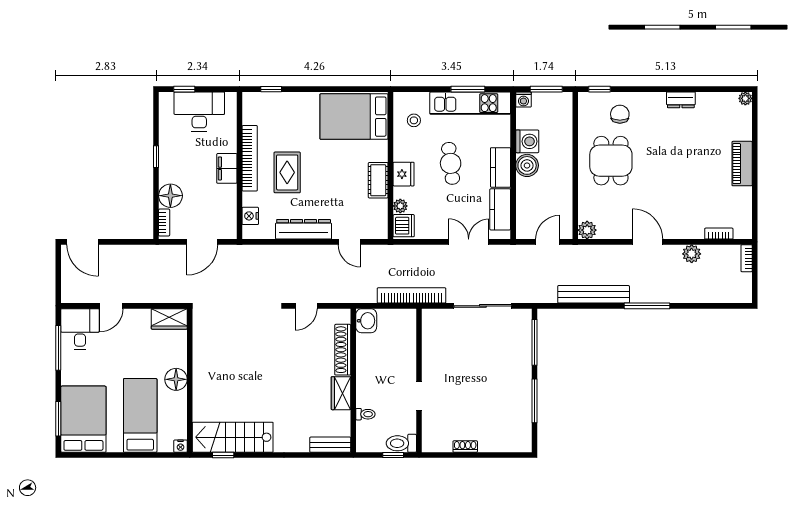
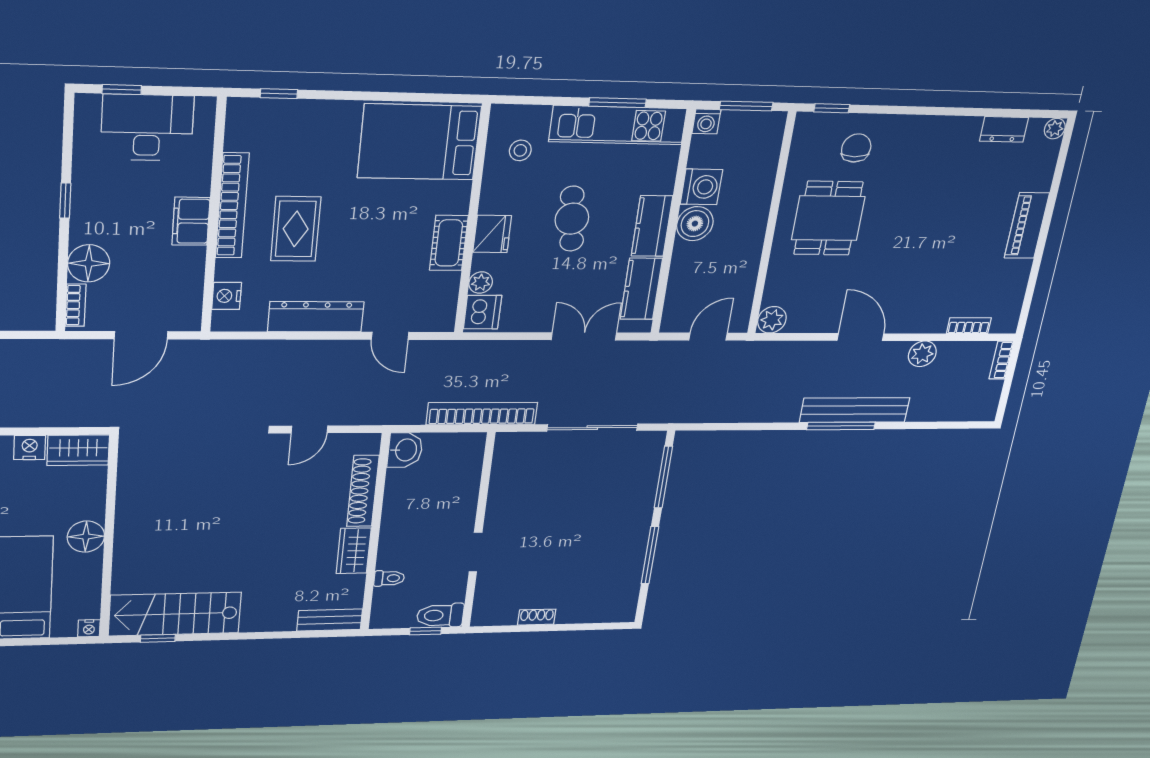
dresser: (681, 100) -> (1004, 129), moved
bench: (594, 294) -> (855, 410), moved
nightstand: (141, 317) -> (30, 448), added

